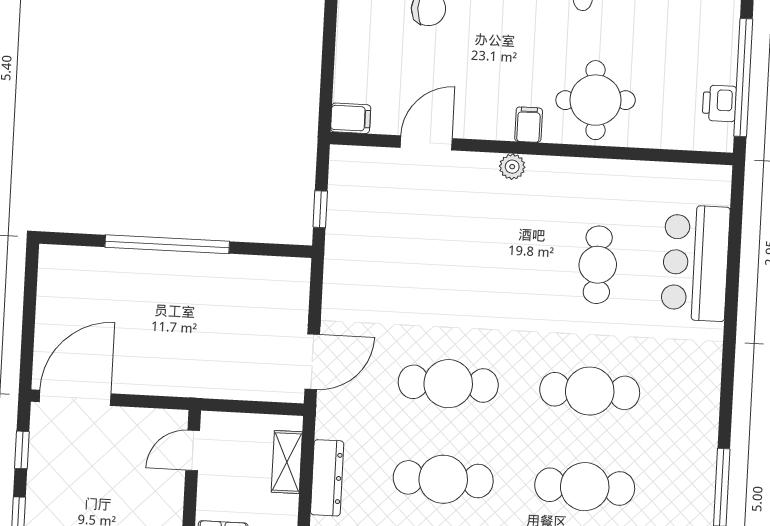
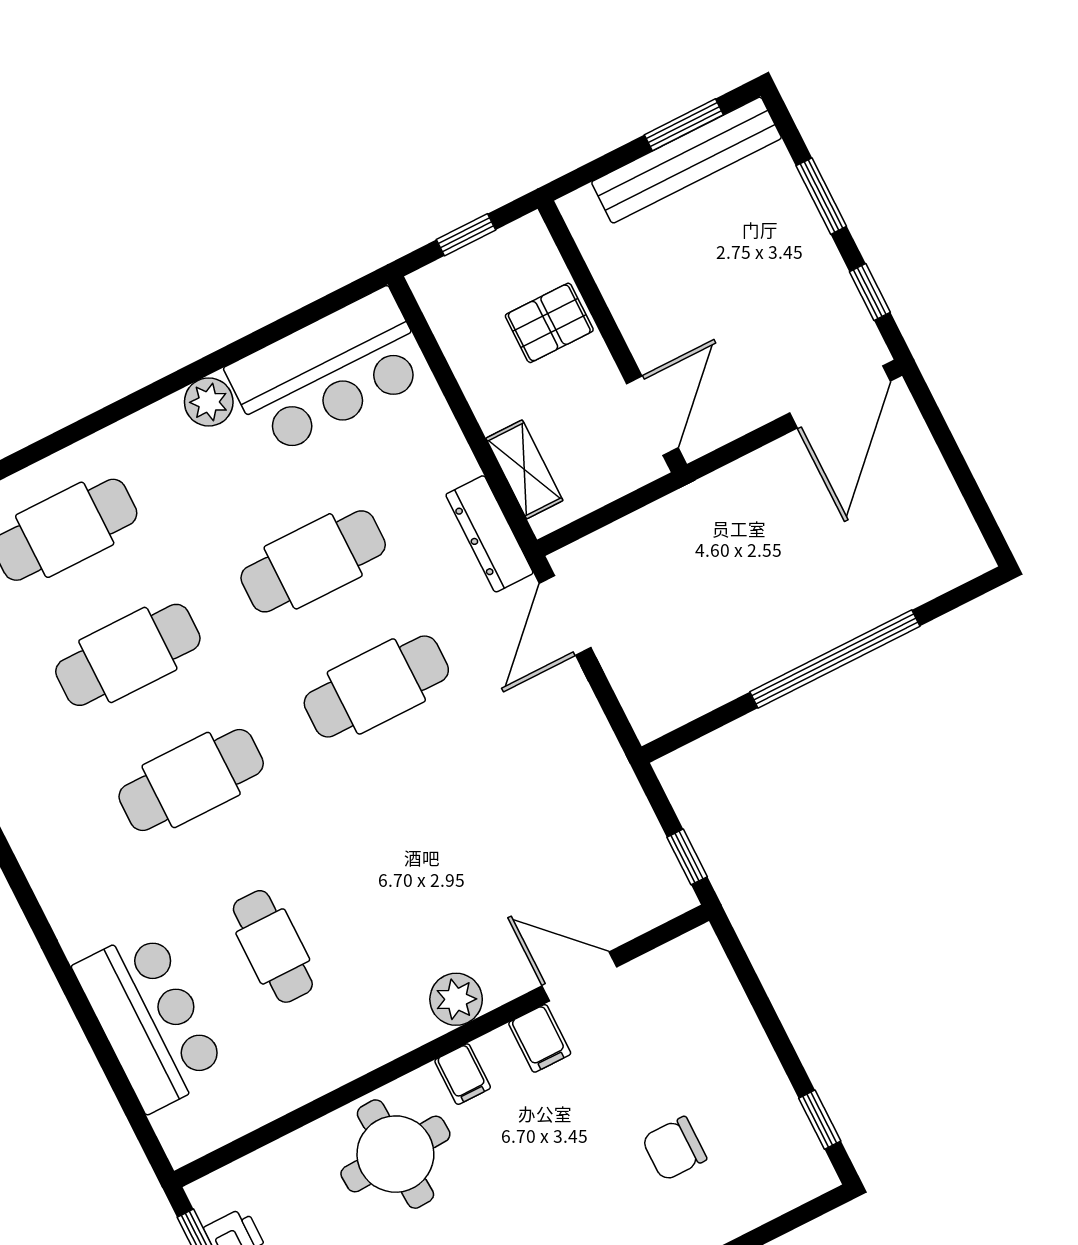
filing cabinet: (351, 118) -> (540, 1038), moved, turned -90
door: (426, 143) -> (579, 976), swing flipped
plant: (512, 167) -> (456, 999), width x1.38, depth x1.38
window: (320, 209) -> (687, 857), moved
door: (193, 450) -> (652, 416), width x1.38
dresser: (327, 478) -> (489, 534), moved

